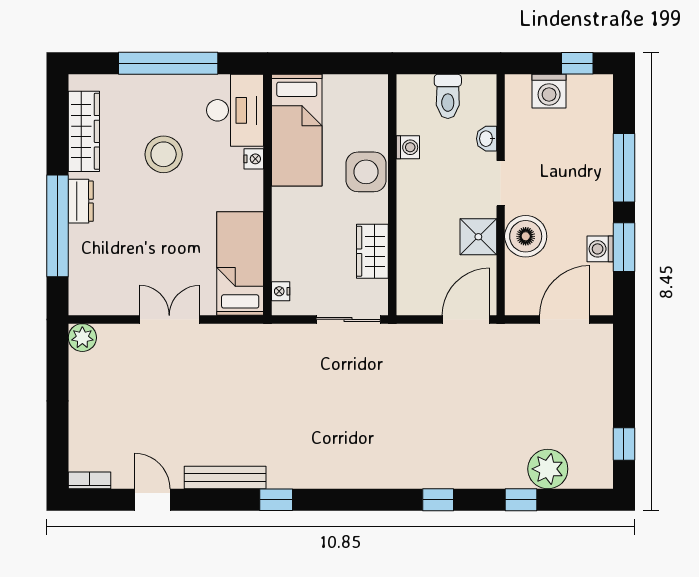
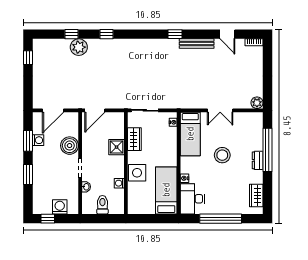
wardrobe: (84, 131) -> (256, 196), width x0.67
stool: (164, 154) -> (222, 155), moved
window: (624, 168) -> (28, 175), width x0.69
shower: (478, 237) -> (117, 147), moved
plant: (548, 469) -> (79, 47), moved

